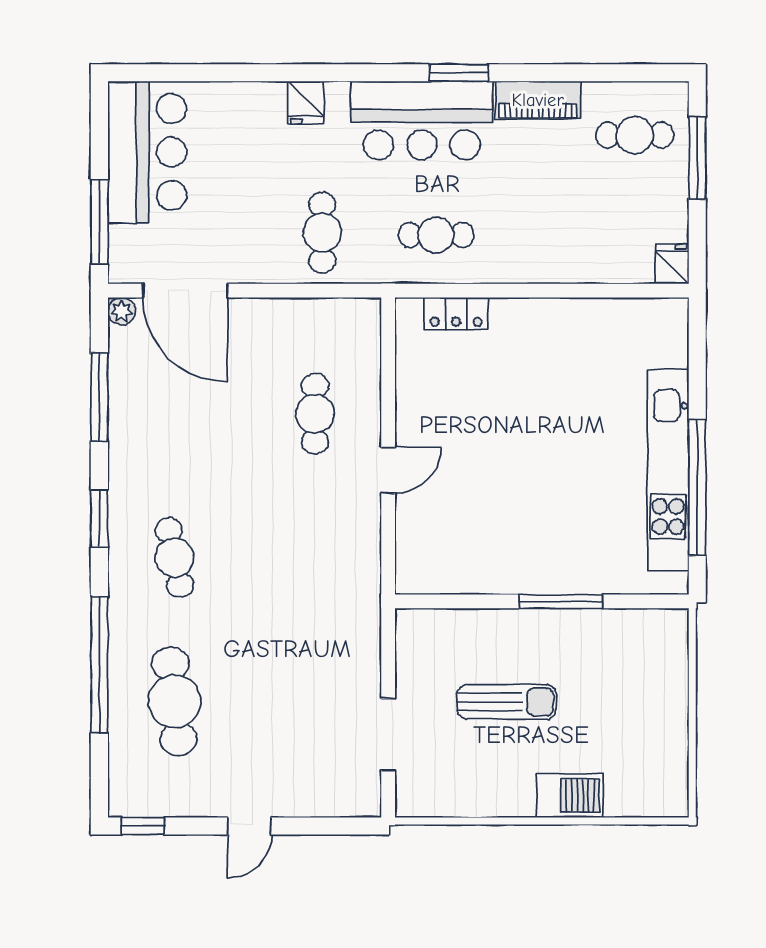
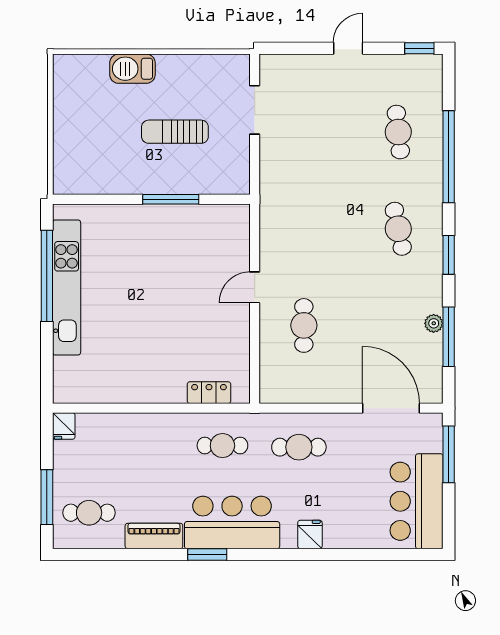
cafe table: (322, 233) -> (299, 447), turned 90
plant: (122, 311) -> (434, 323), moved
window: (561, 601) -> (171, 199), moved
cafe table: (174, 701) -> (398, 132), width x0.73, depth x0.74

